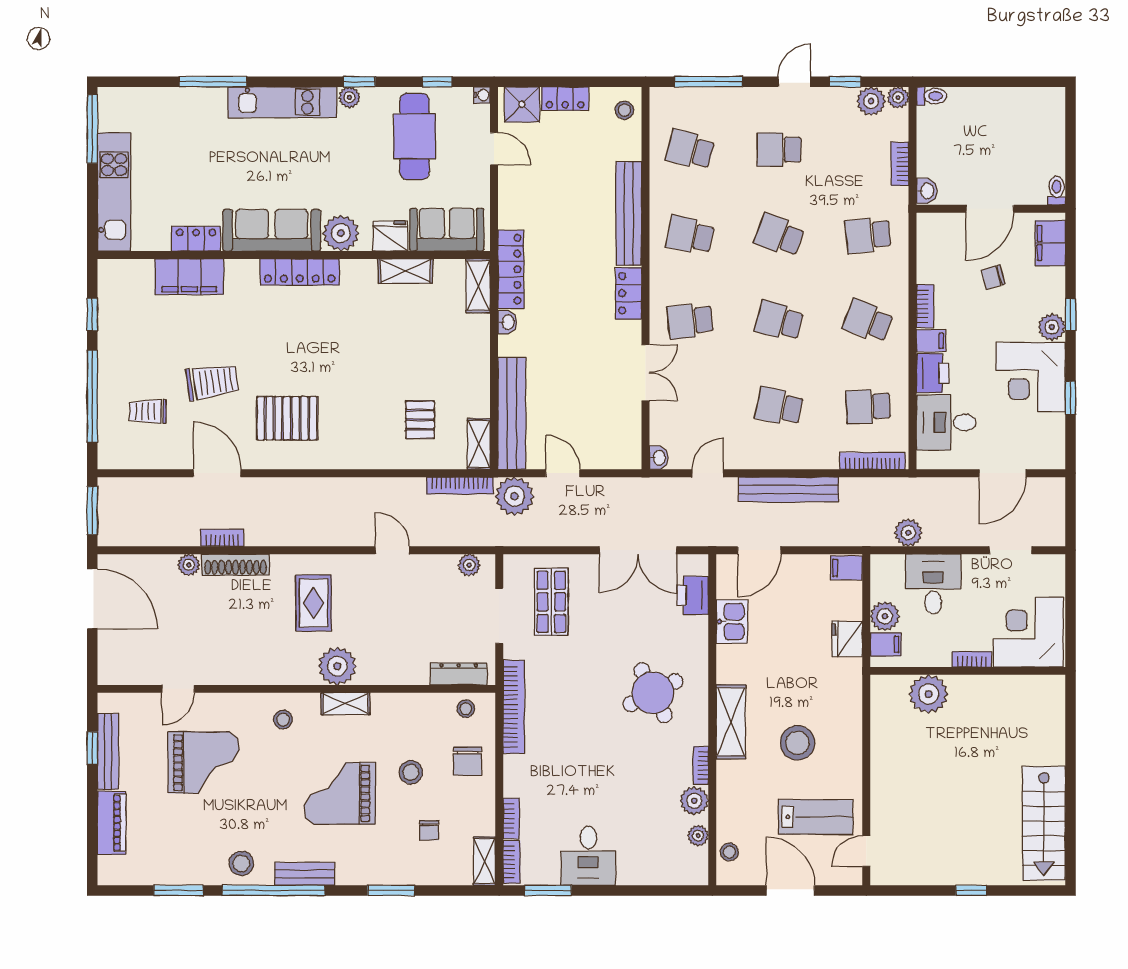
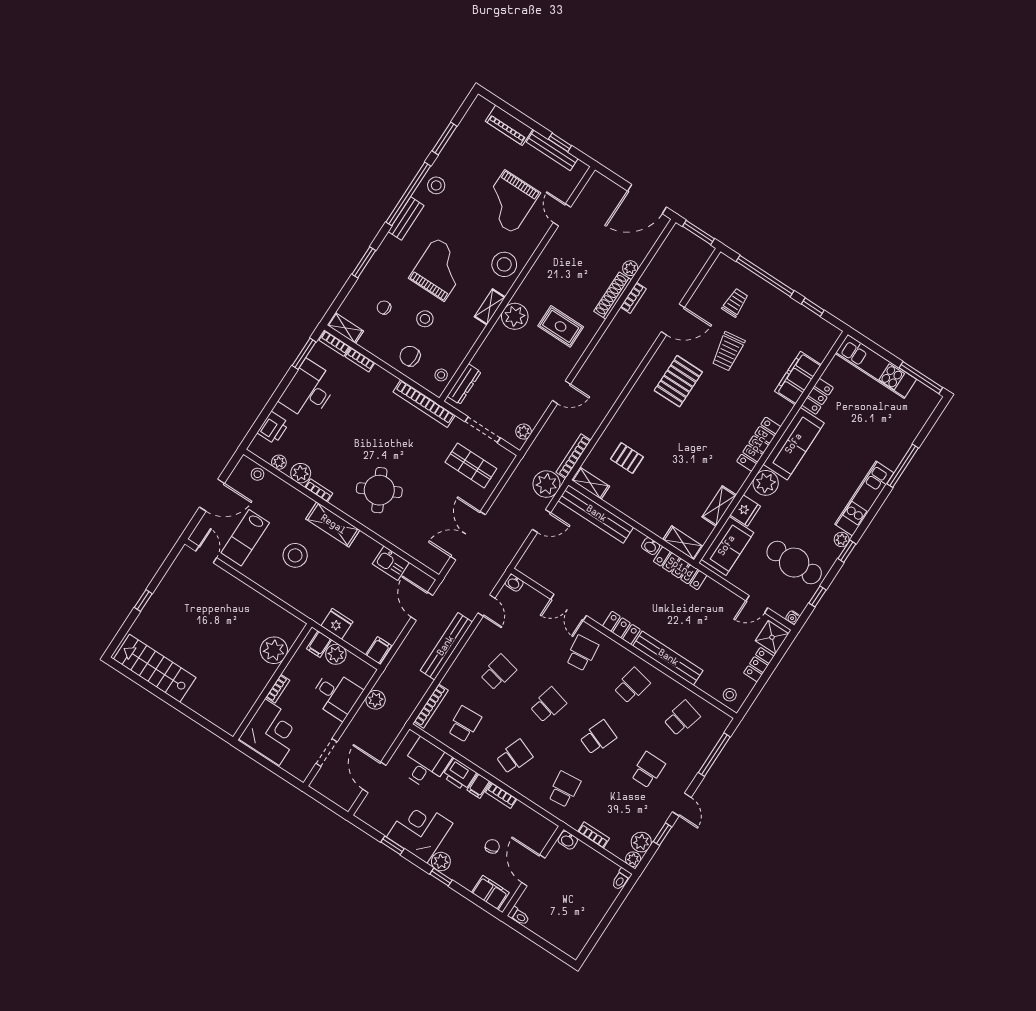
printer: (693, 595) -> (273, 428), moved, turned 90
stool: (283, 720) -> (504, 264), width x1.89, depth x1.89
desk: (588, 856) -> (309, 391), width x1.37

